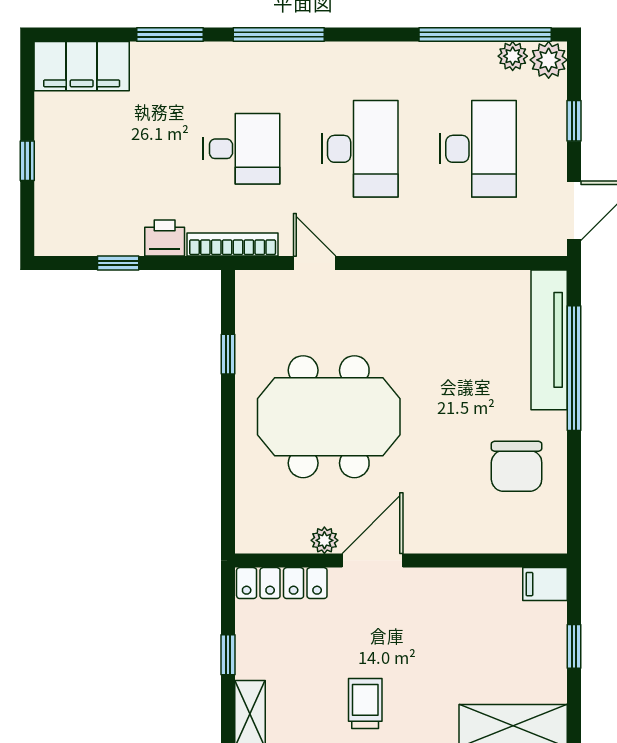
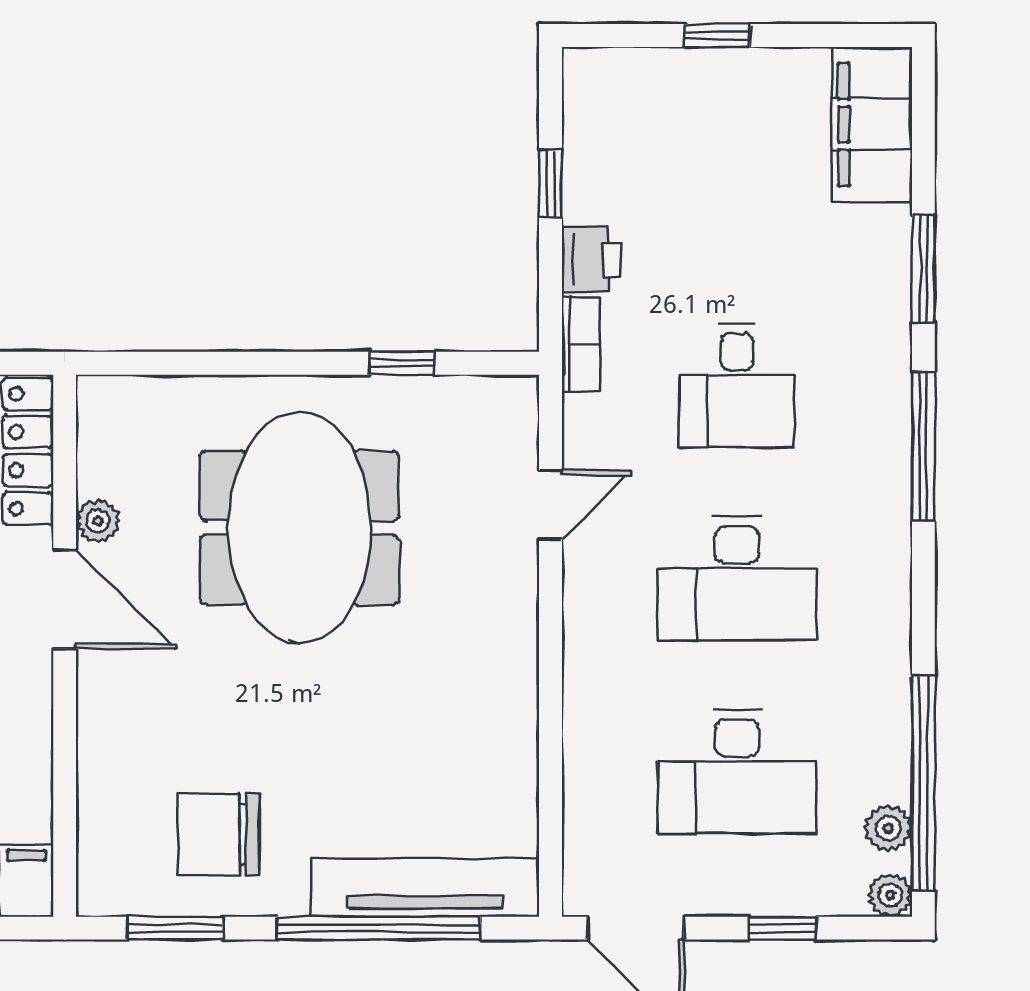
plant: (549, 60) -> (890, 895), width x0.73, depth x0.73
bookcase: (233, 244) -> (581, 344), width x0.64
window: (574, 493) -> (175, 928), added

